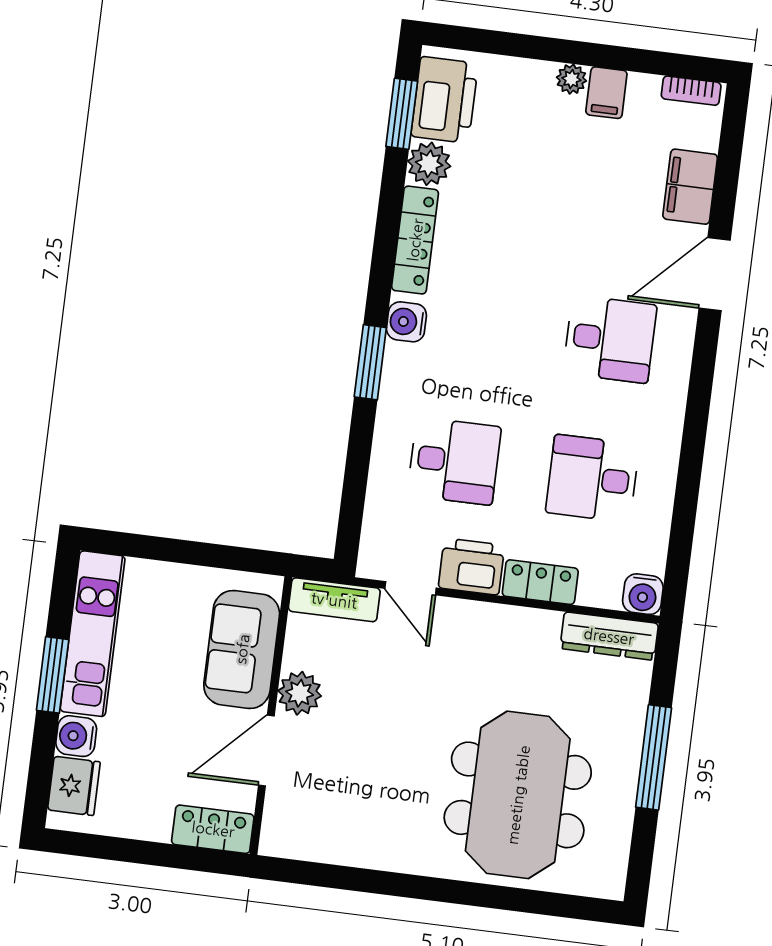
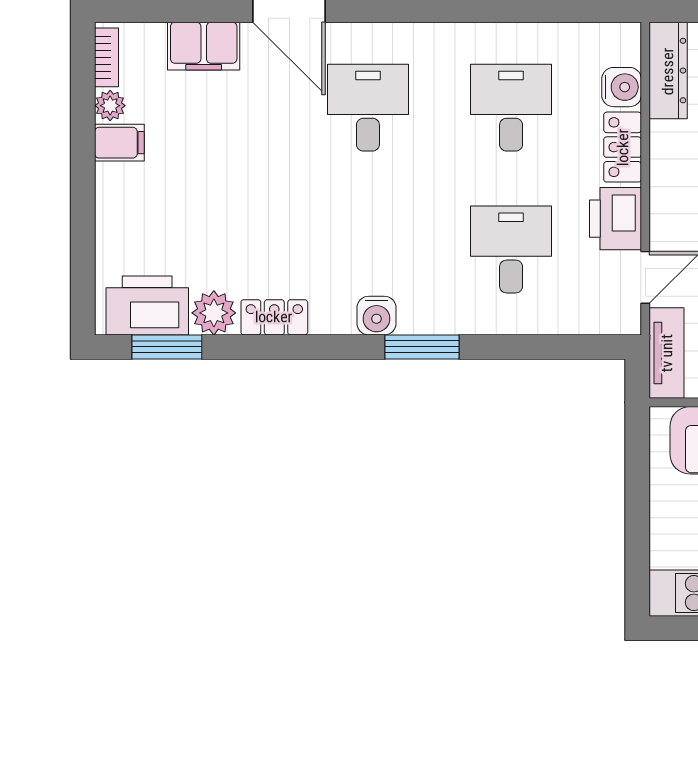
plant: (571, 79) -> (110, 106), moved
locker: (415, 240) -> (274, 317), width x0.66
desk: (592, 478) -> (511, 108), turned 180
water cooler: (643, 594) -> (622, 87), moved

